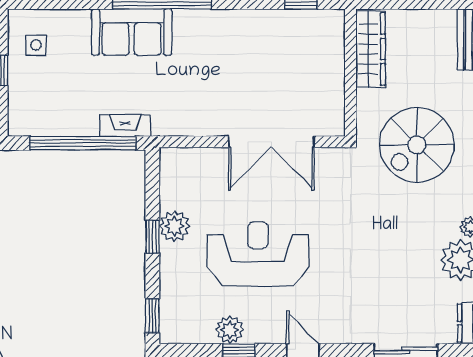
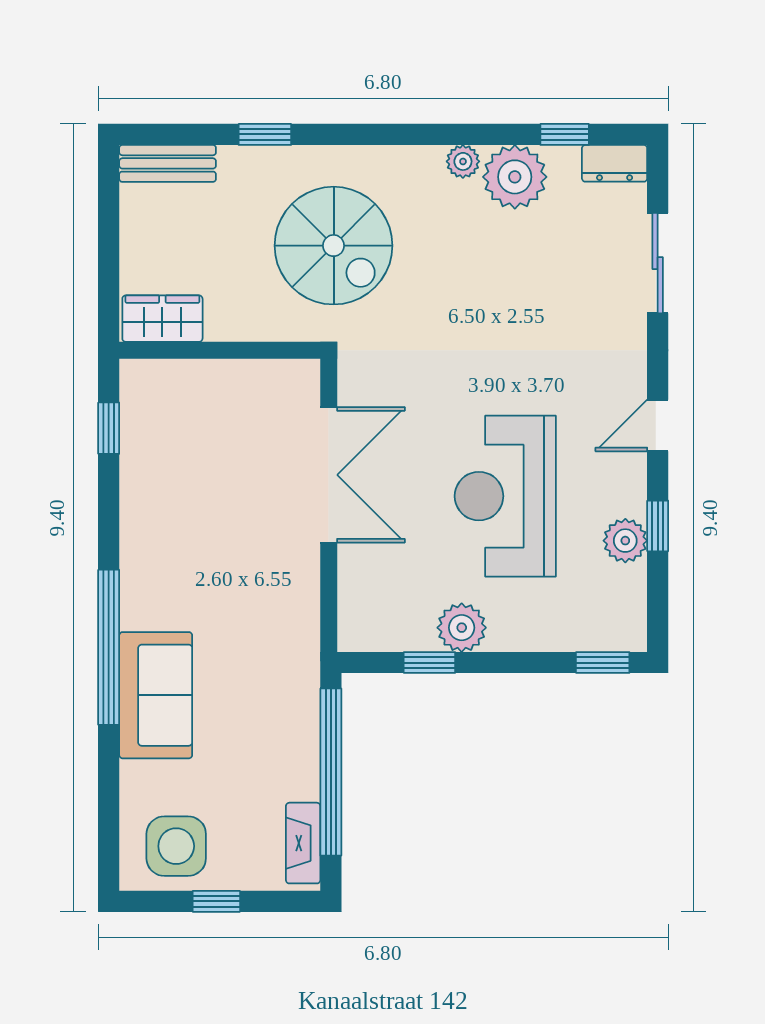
side table: (36, 45) -> (176, 846), width x1.87, depth x1.87
wardrobe: (371, 49) -> (162, 319), width x0.67
fireplace: (125, 126) -> (303, 843), moved
window: (152, 237) -> (429, 663), moved

